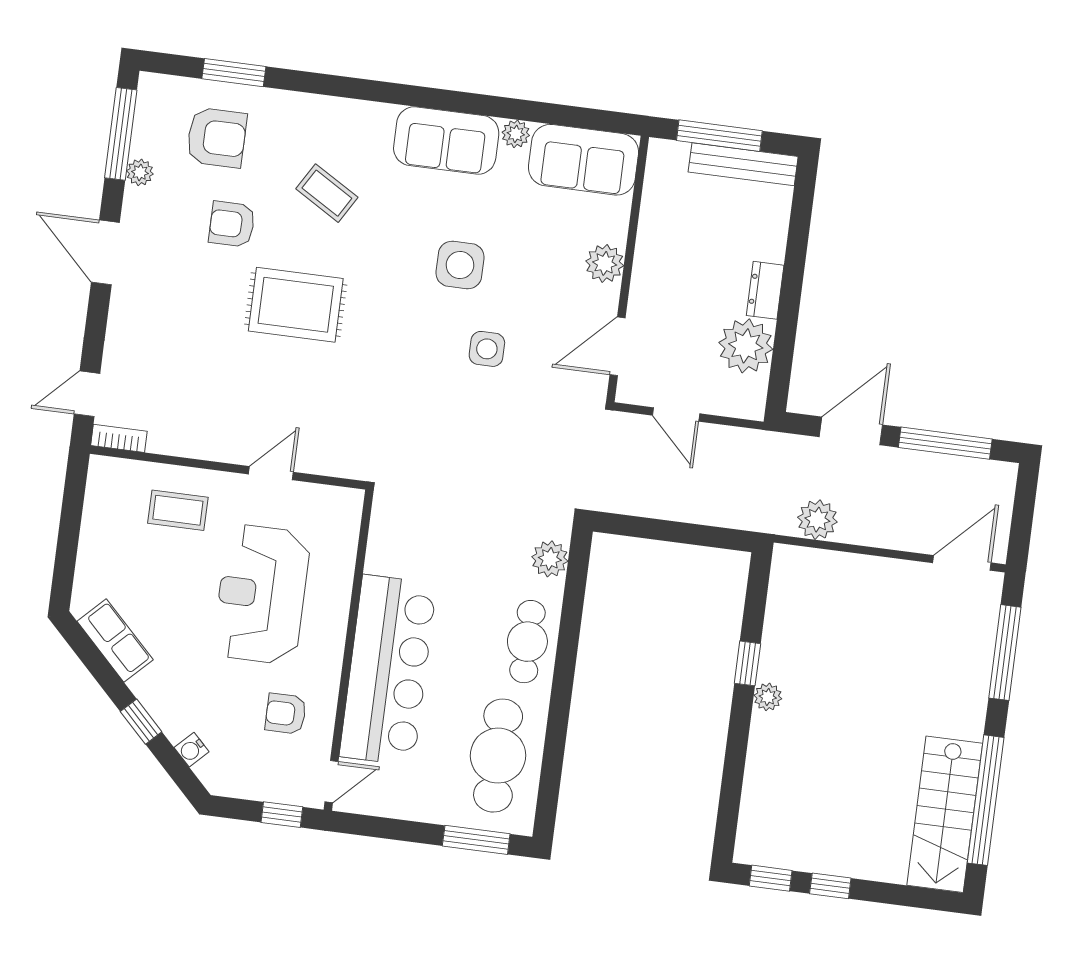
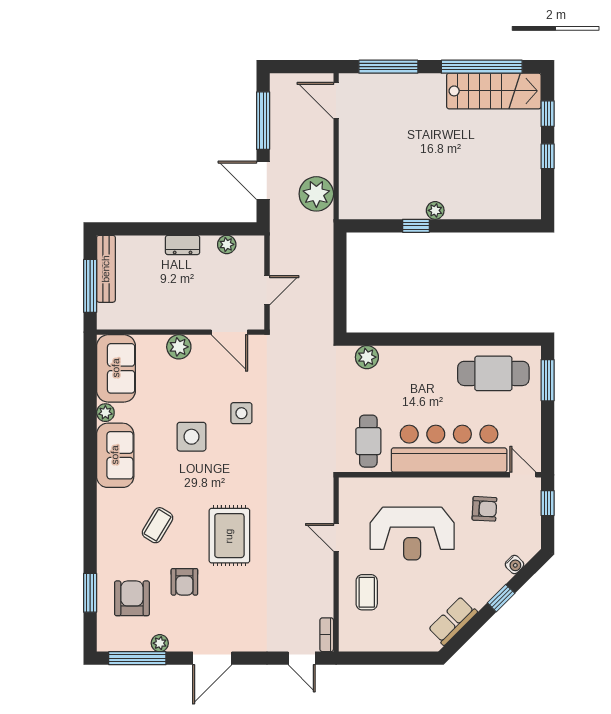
plant: (746, 346) -> (227, 244), width x0.53, depth x0.53
plant: (817, 520) -> (316, 194), width x1.36, depth x1.36
cafe table: (527, 642) -> (368, 441), moved, turned 90
armchair: (286, 714) -> (484, 509), turned -87
window: (771, 878) -> (548, 114), moved

